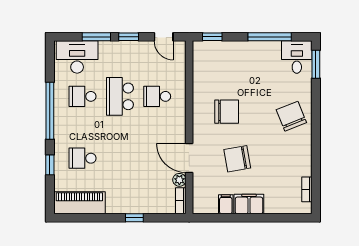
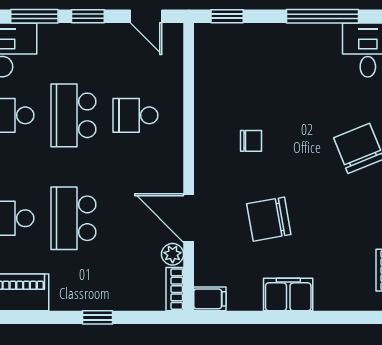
chair: (227, 112) -> (251, 141), width x0.54, depth x0.54
school desk: (120, 158) -> (73, 218), added
filing cabinet: (226, 204) -> (210, 299), moved, turned 90

